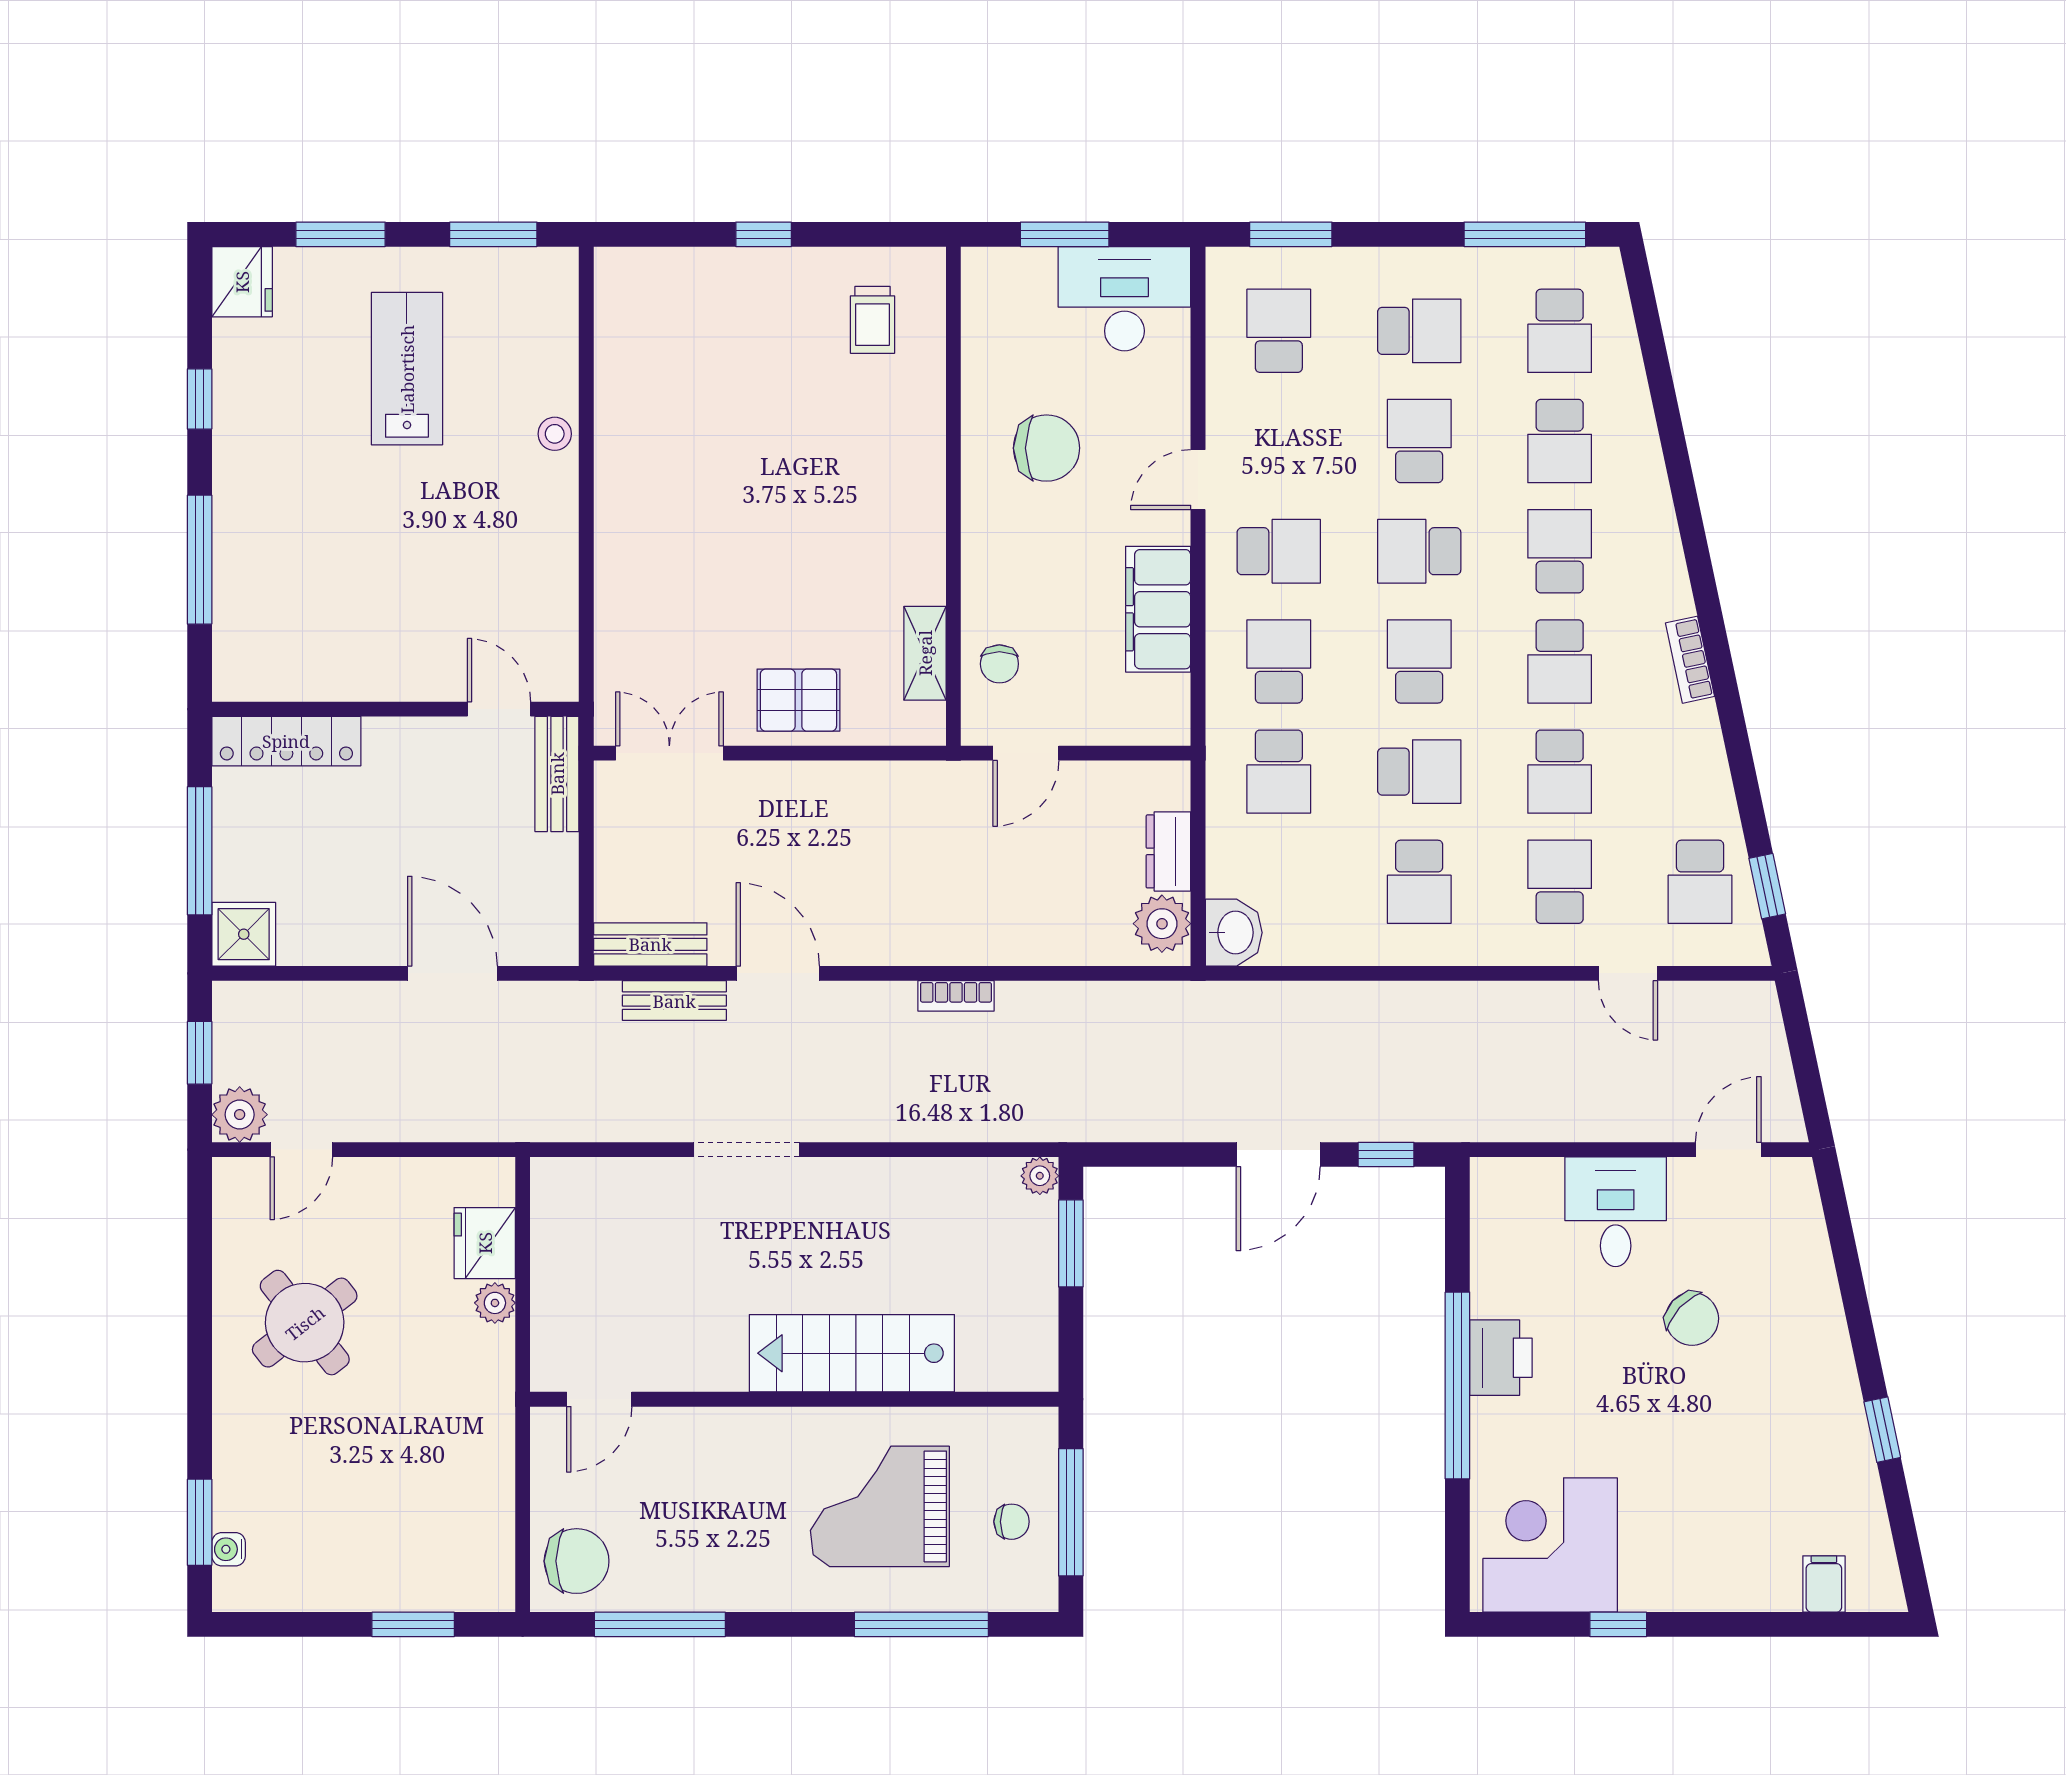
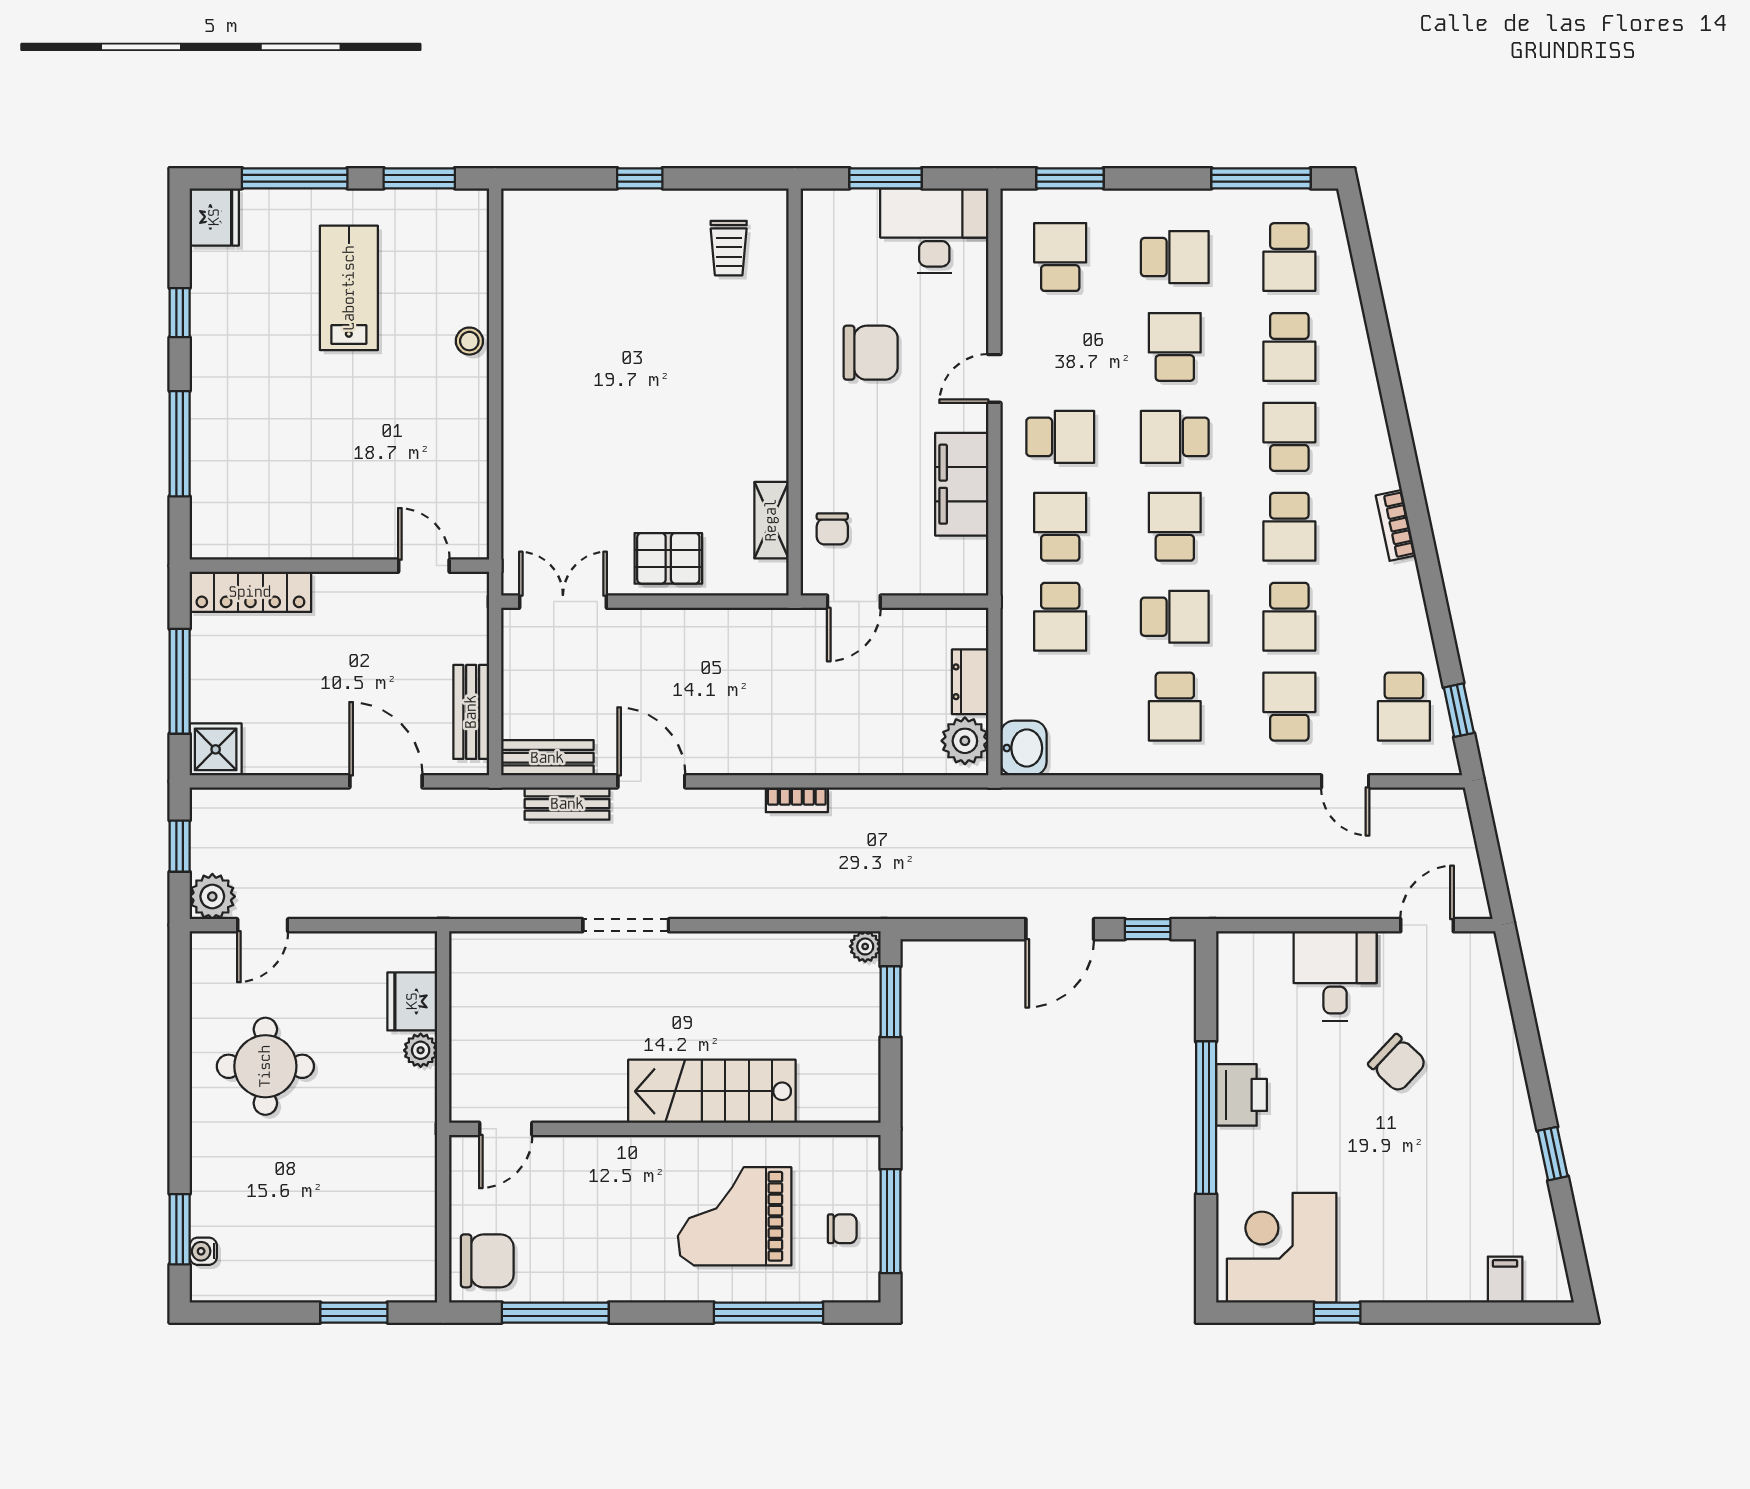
window: (341, 234) -> (295, 178), width x1.44
bench: (557, 774) -> (471, 712), moved
round table: (305, 1323) -> (265, 1066), turned 38

